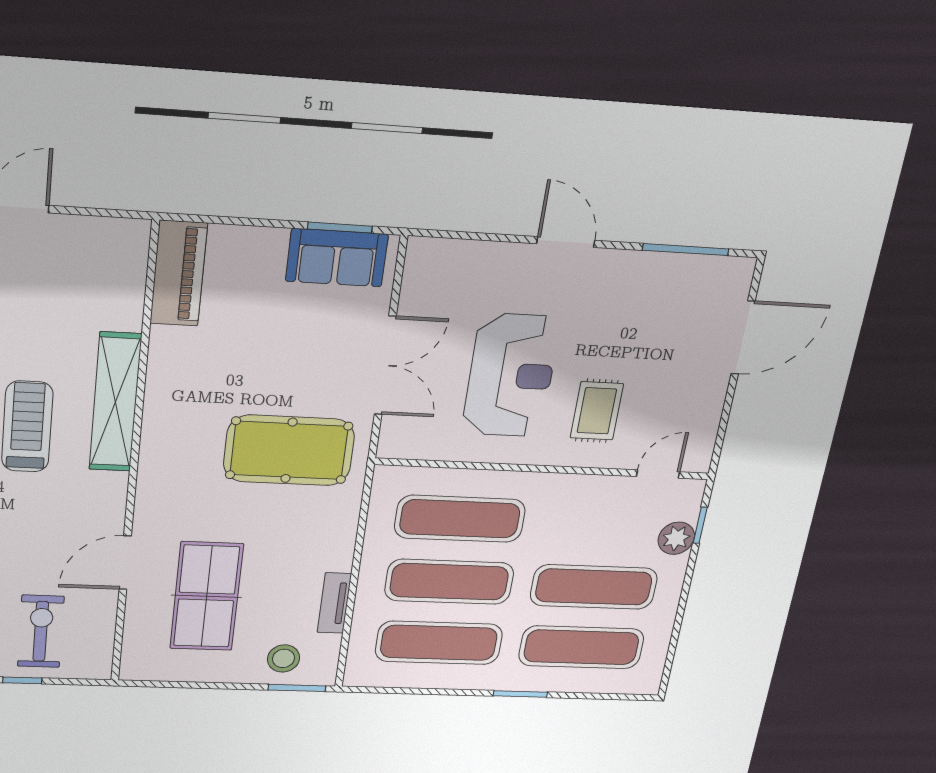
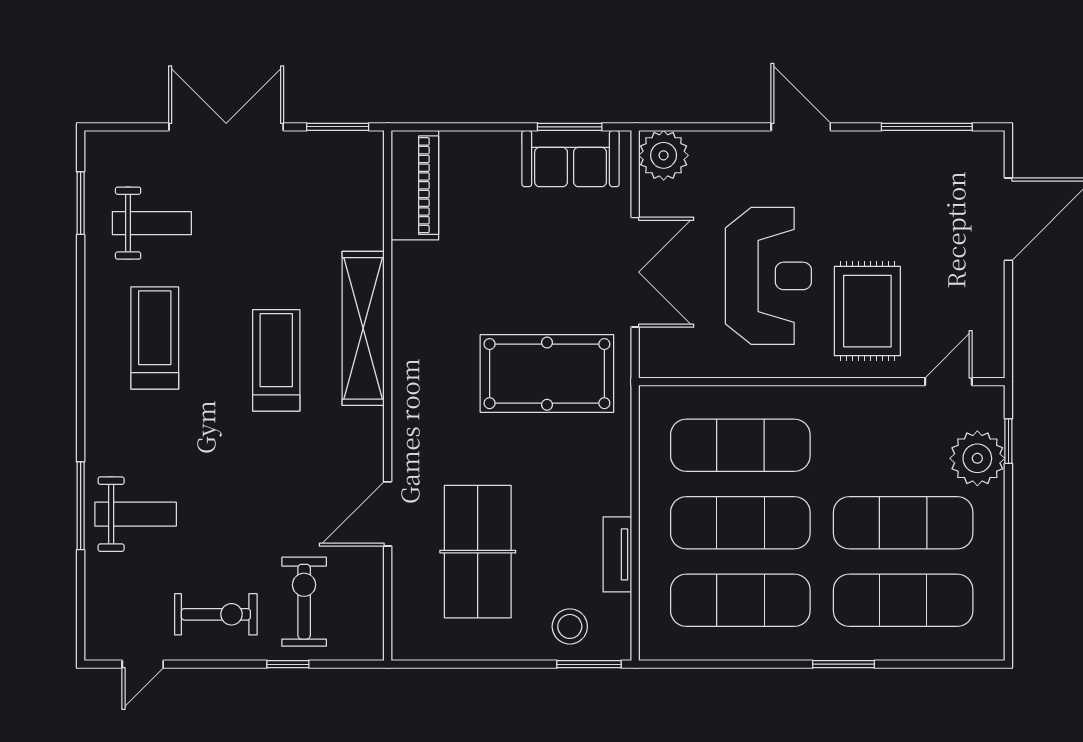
window: (105, 213) -> (338, 127), added
plant: (429, 260) -> (664, 155), added
rug: (597, 411) -> (867, 311), width x1.36, depth x1.43
plant: (676, 538) -> (977, 458), width x1.36, depth x1.36

